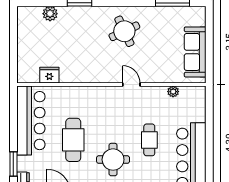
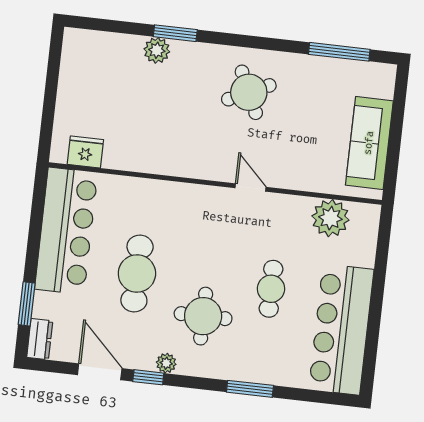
plant: (50, 14) -> (157, 50), moved
fridge: (49, 75) -> (85, 152), moved
plant: (173, 92) -> (330, 218), width x1.87, depth x1.87

